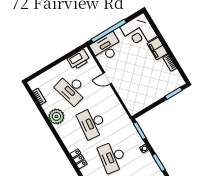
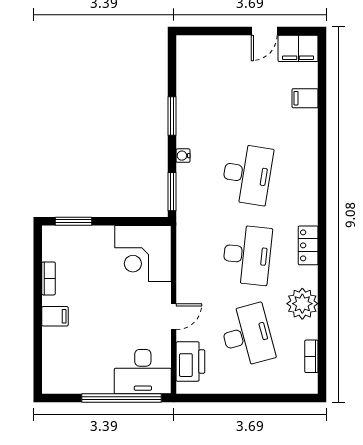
corner desk: (139, 31) -> (143, 253), moved, turned 180
filing cabinet: (157, 49) -> (55, 316), width x0.50
printer: (79, 60) -> (190, 362), moved, turned 90
door: (107, 78) -> (174, 317), hinge flipped
locker: (79, 159) -> (308, 245), moved

